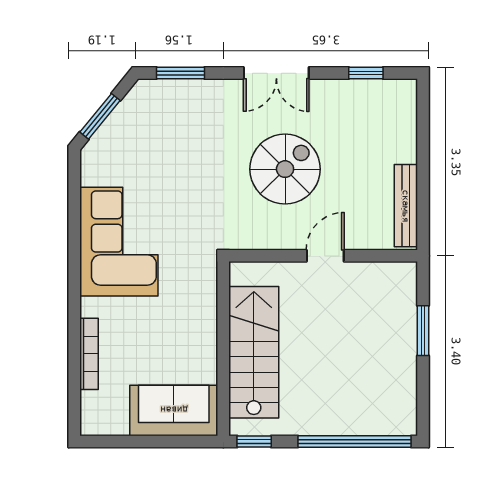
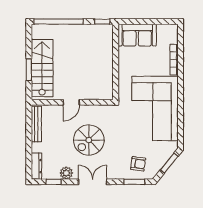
plant: (337, 93) -> (66, 173), added
dresser: (405, 109) -> (36, 166), added
armchair: (172, 115) -> (138, 164), added
corner sofa: (119, 242) -> (155, 108), width x1.36, depth x1.36
stairs: (254, 352) -> (42, 68), moved, turned 180

